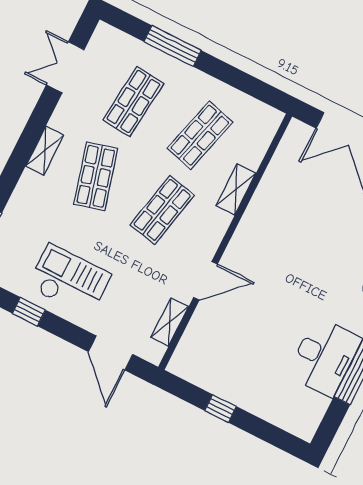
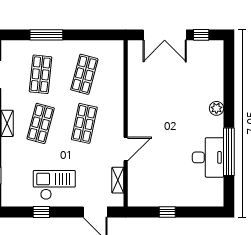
shop shelf: (96, 176) -> (41, 123), turned 30
shelving: (236, 189) -> (117, 93), removed

